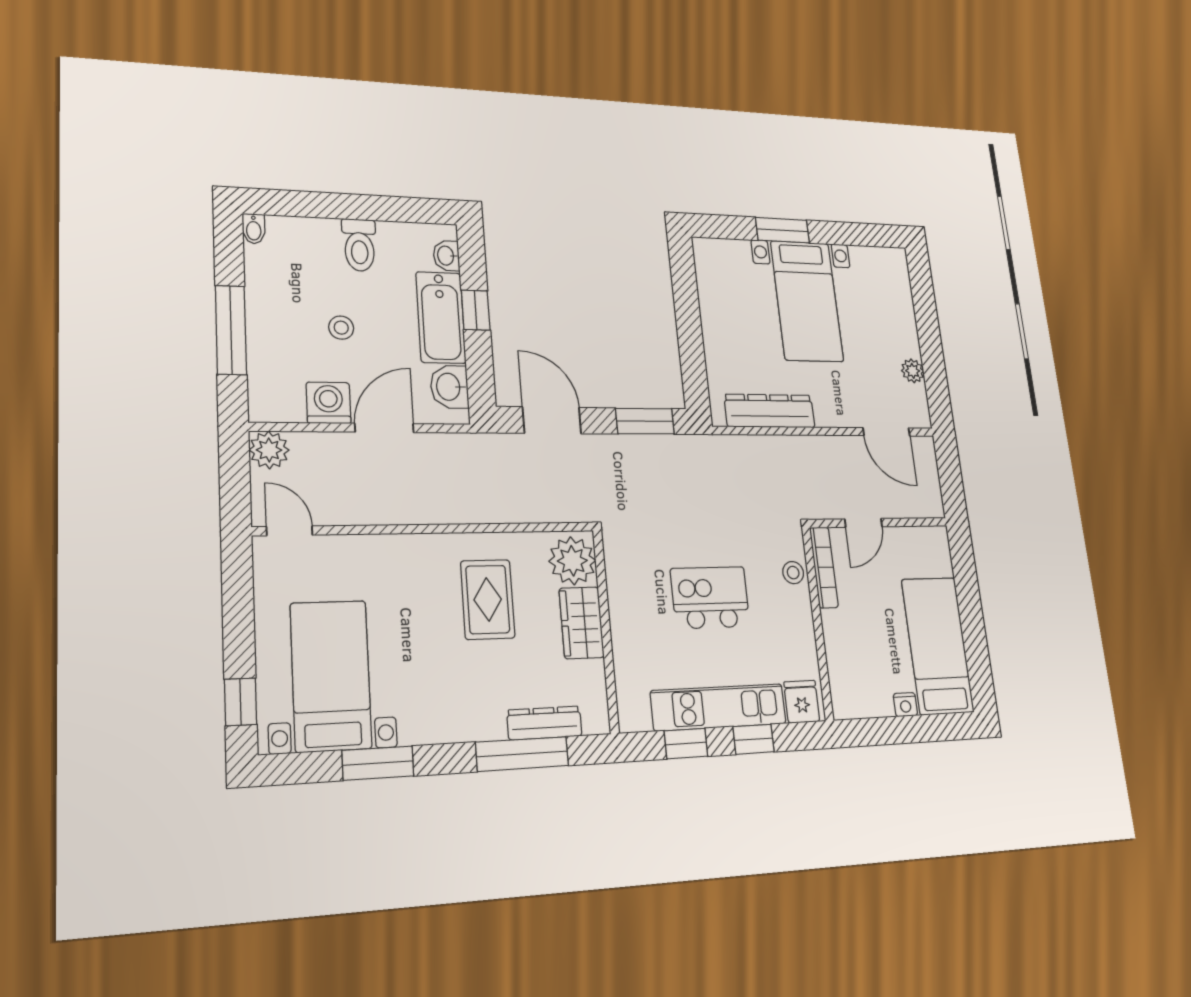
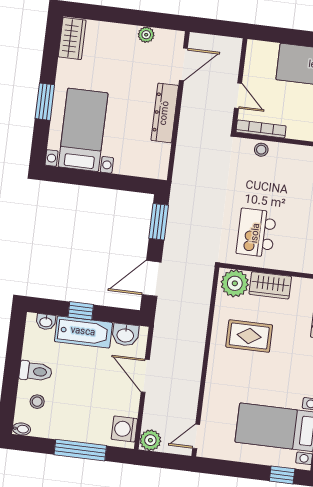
wardrobe: (879, 263) -> (72, 39), added
bed with nightstands: (807, 301) -> (83, 130), moved, turned -90
stool: (341, 328) -> (37, 402), moved
washing machine: (329, 403) -> (124, 429), moved
dresser: (770, 411) -> (165, 113), moved
kitchen island: (710, 598) -> (256, 233), moved

